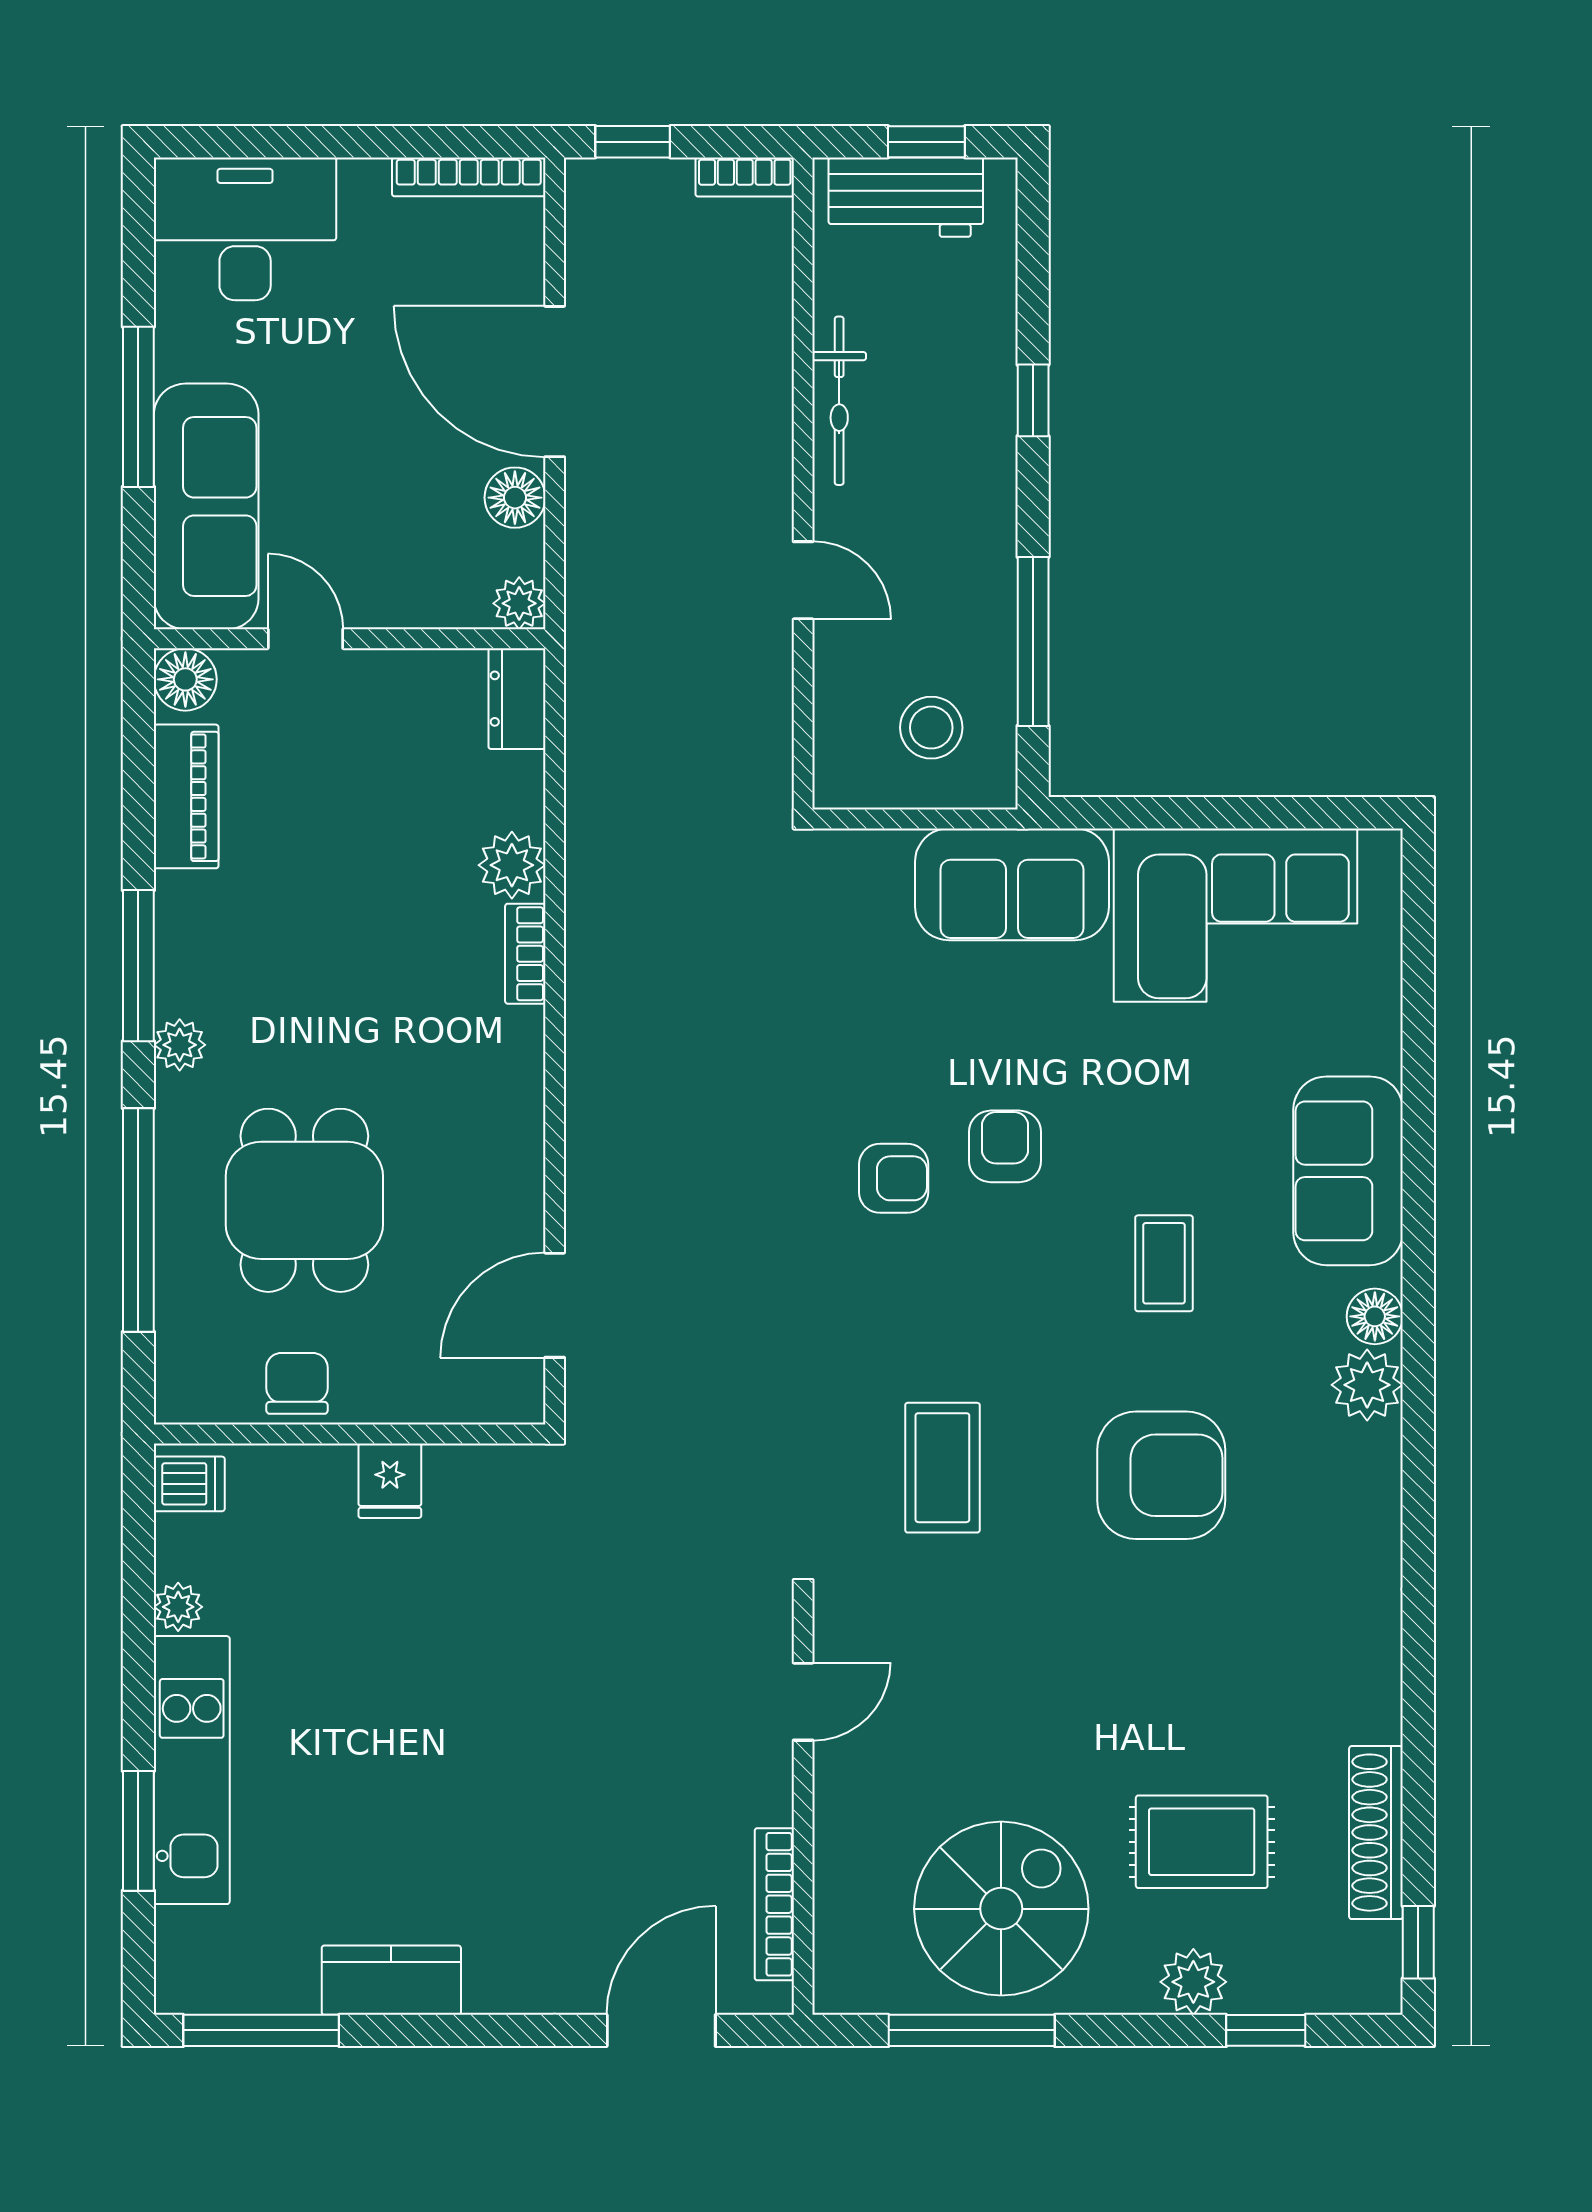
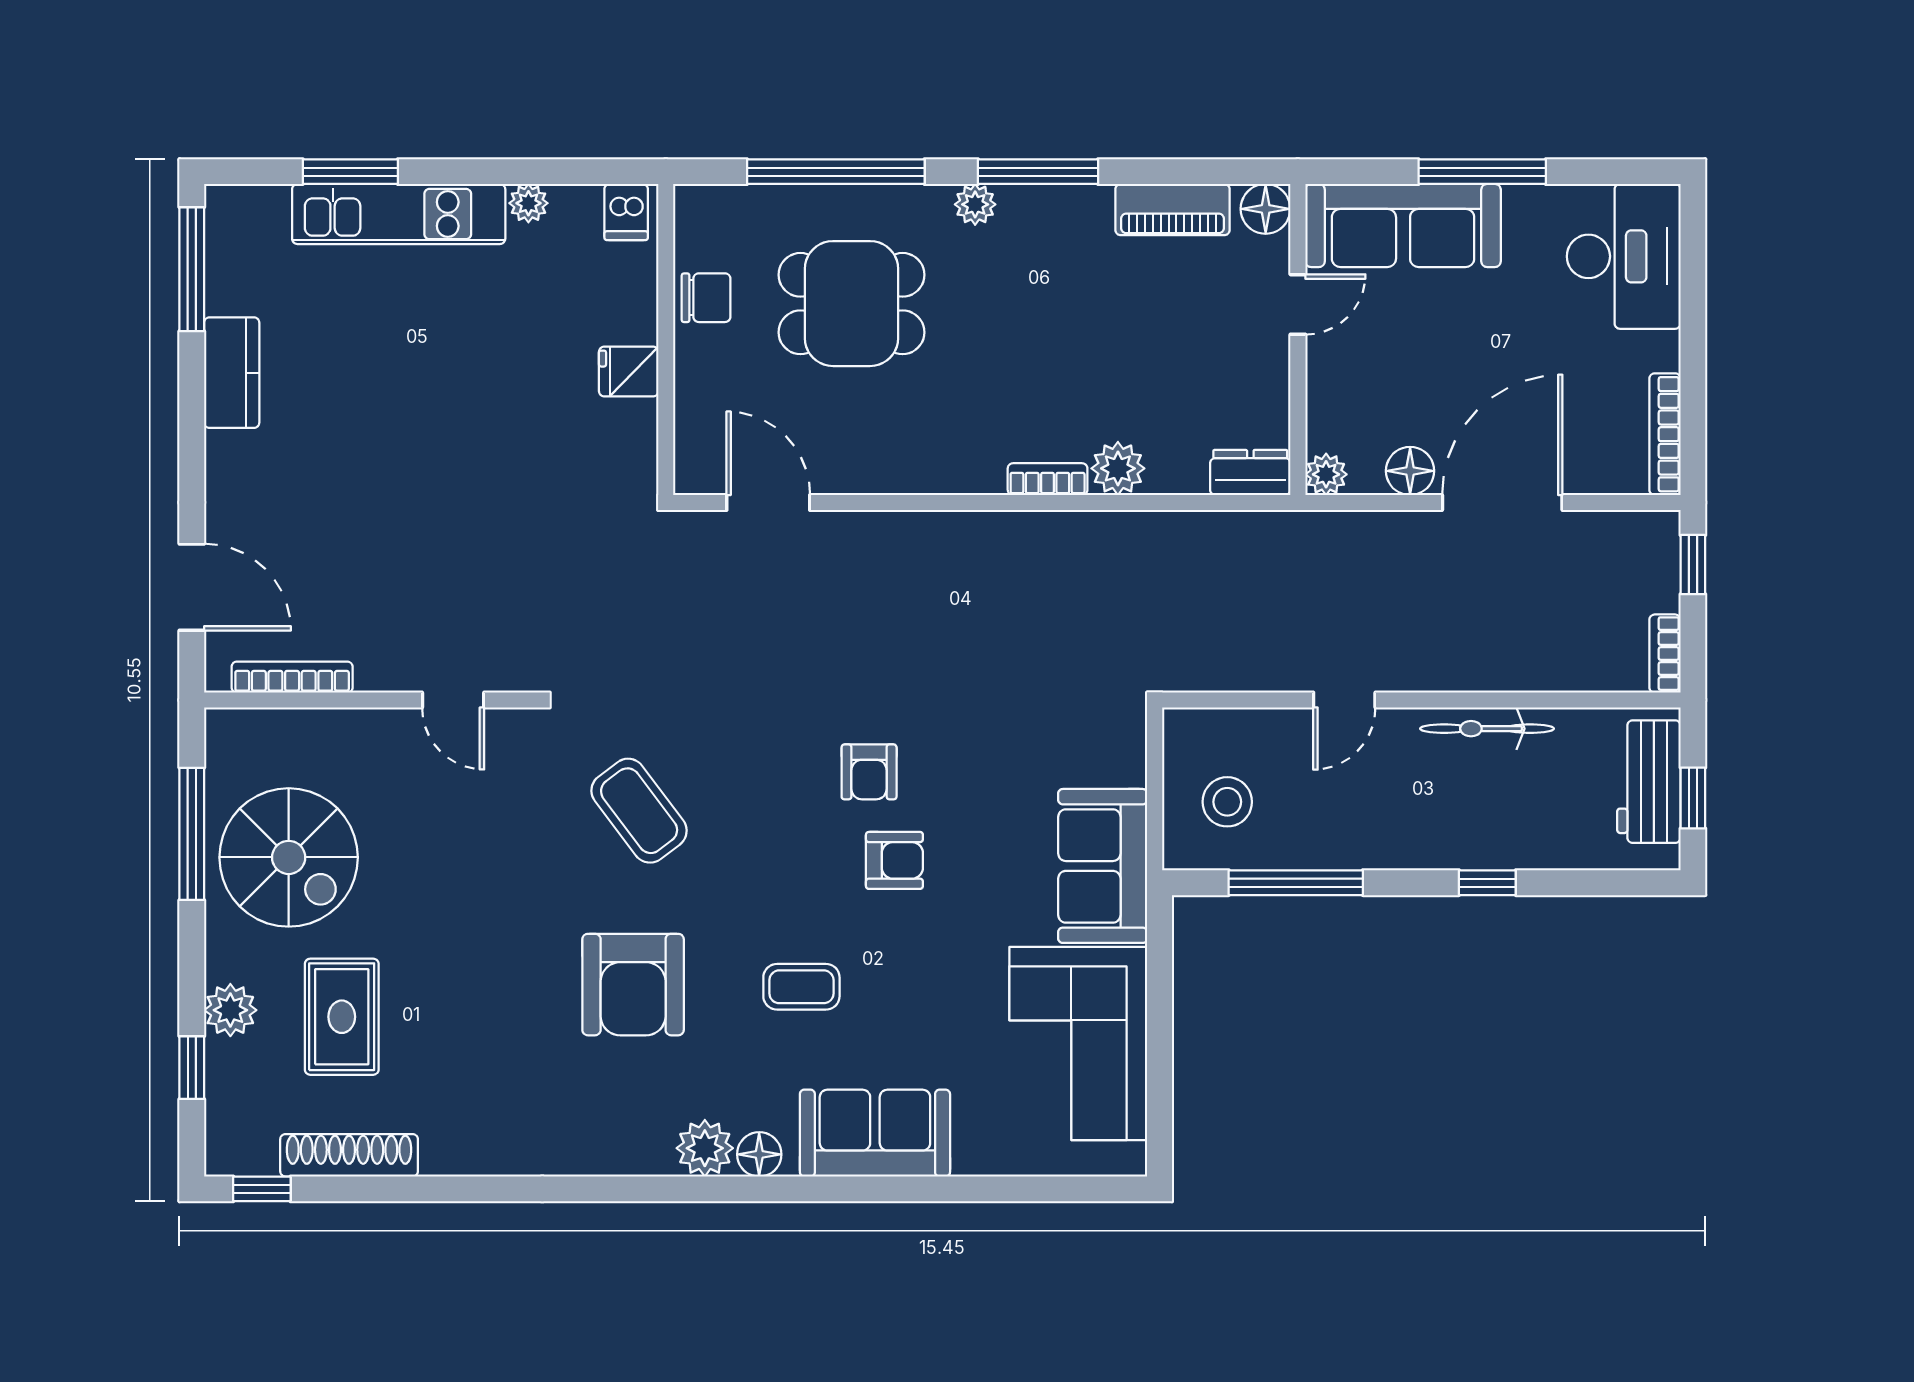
coffee table: (942, 1468) -> (639, 811), turned 53

